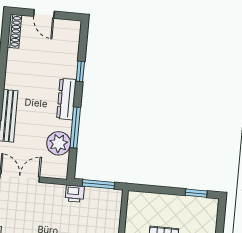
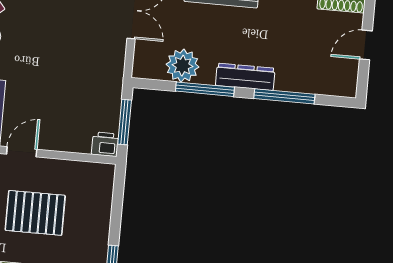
window: (80, 71) -> (284, 96), width x2.17
printer: (75, 194) -> (105, 144), moved, turned 90

